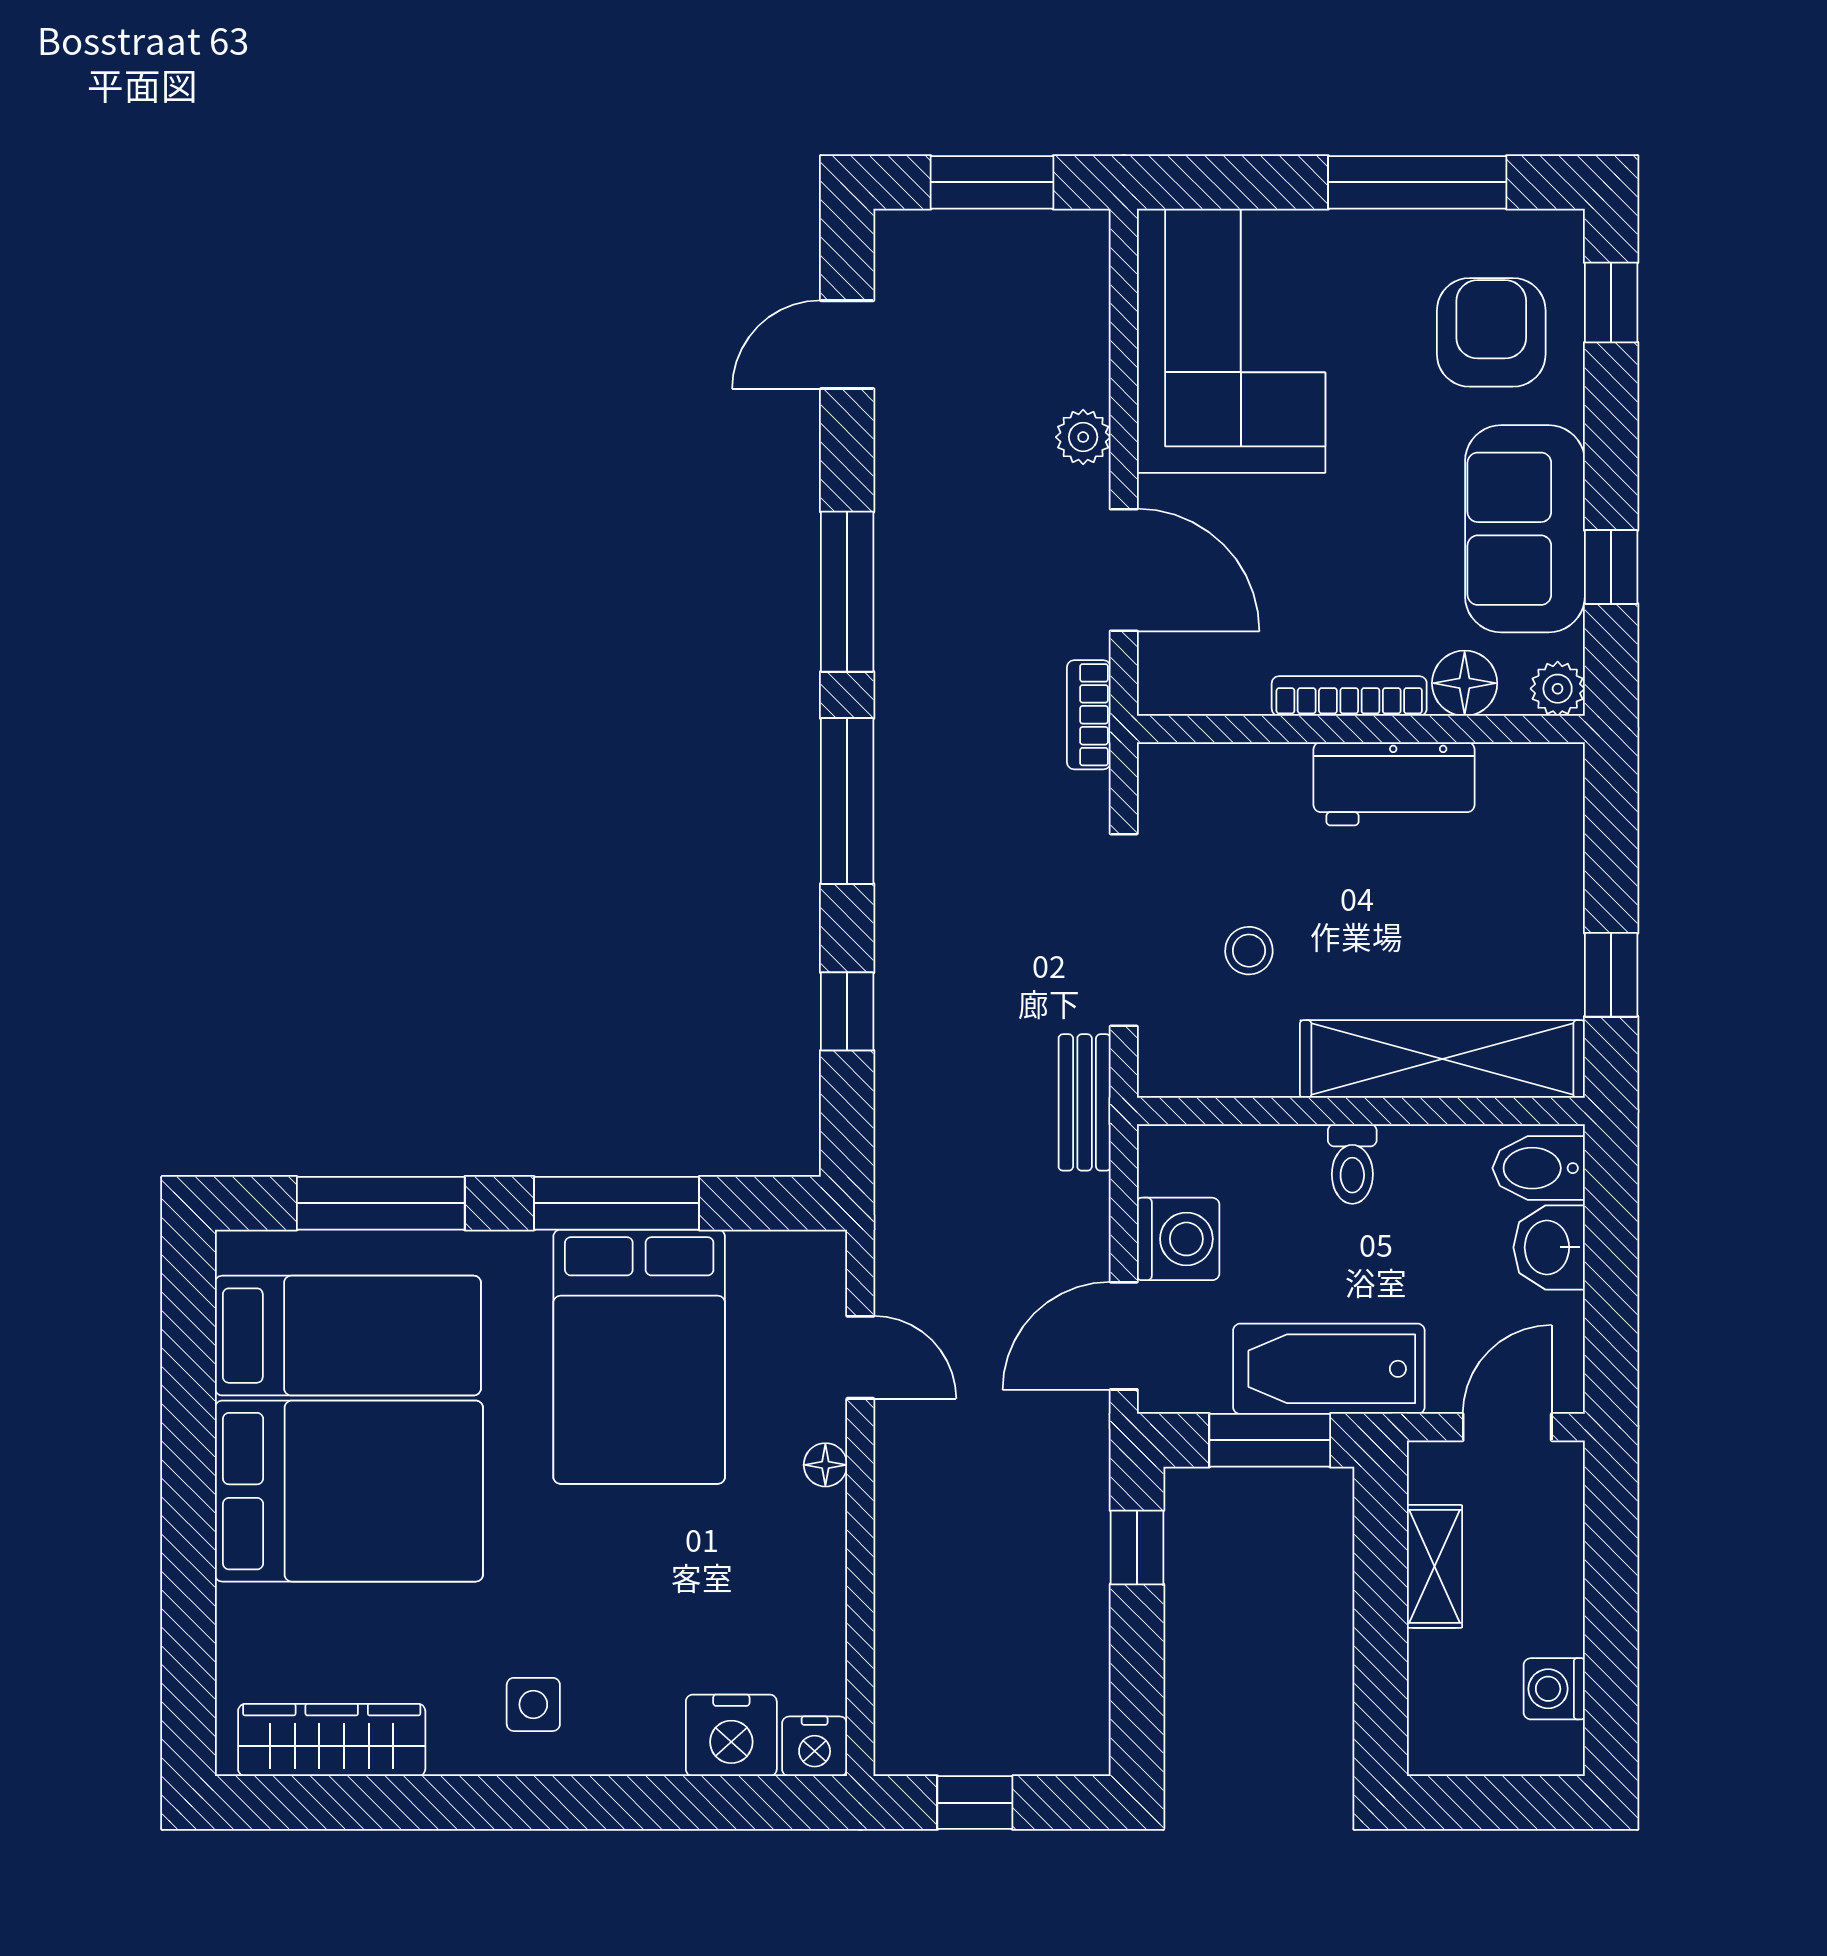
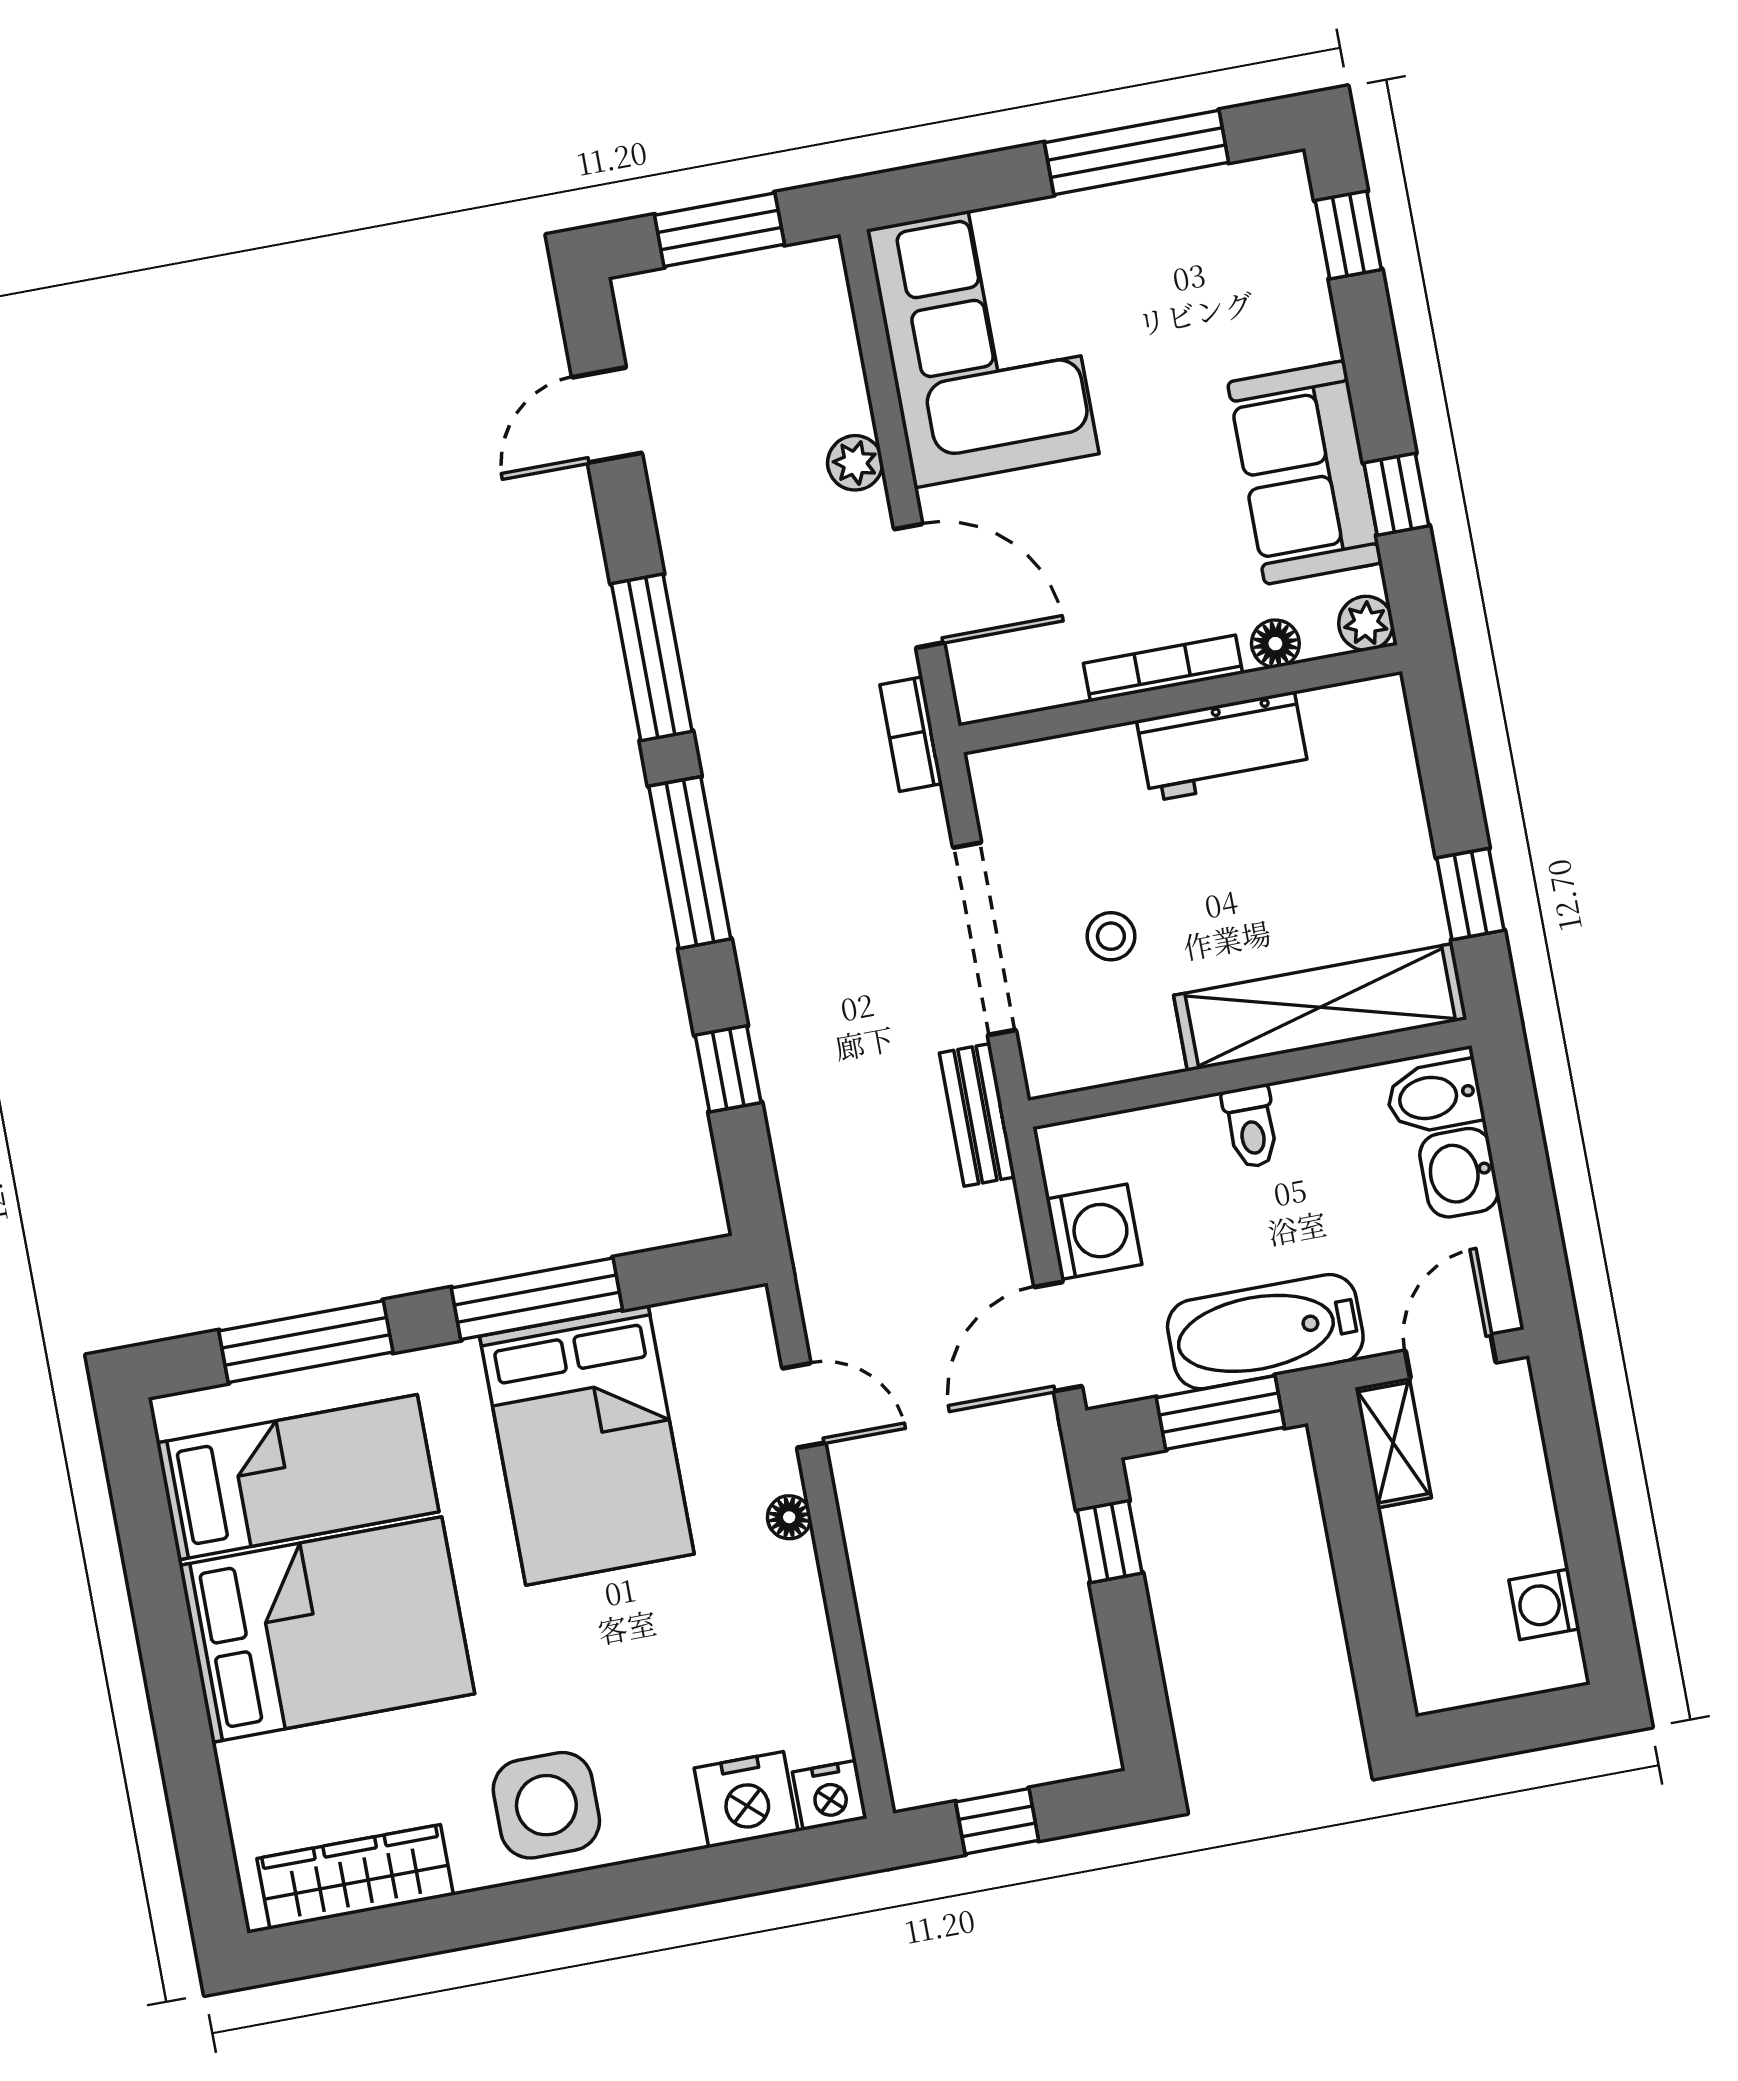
armchair: (1491, 332) -> (1236, 286), removed
floor lamp: (1465, 683) -> (1275, 644), width x0.73, depth x0.73
shelving: (1435, 1566) -> (1393, 1443), moved
side table: (533, 1704) -> (546, 1805), width x1.87, depth x1.87

